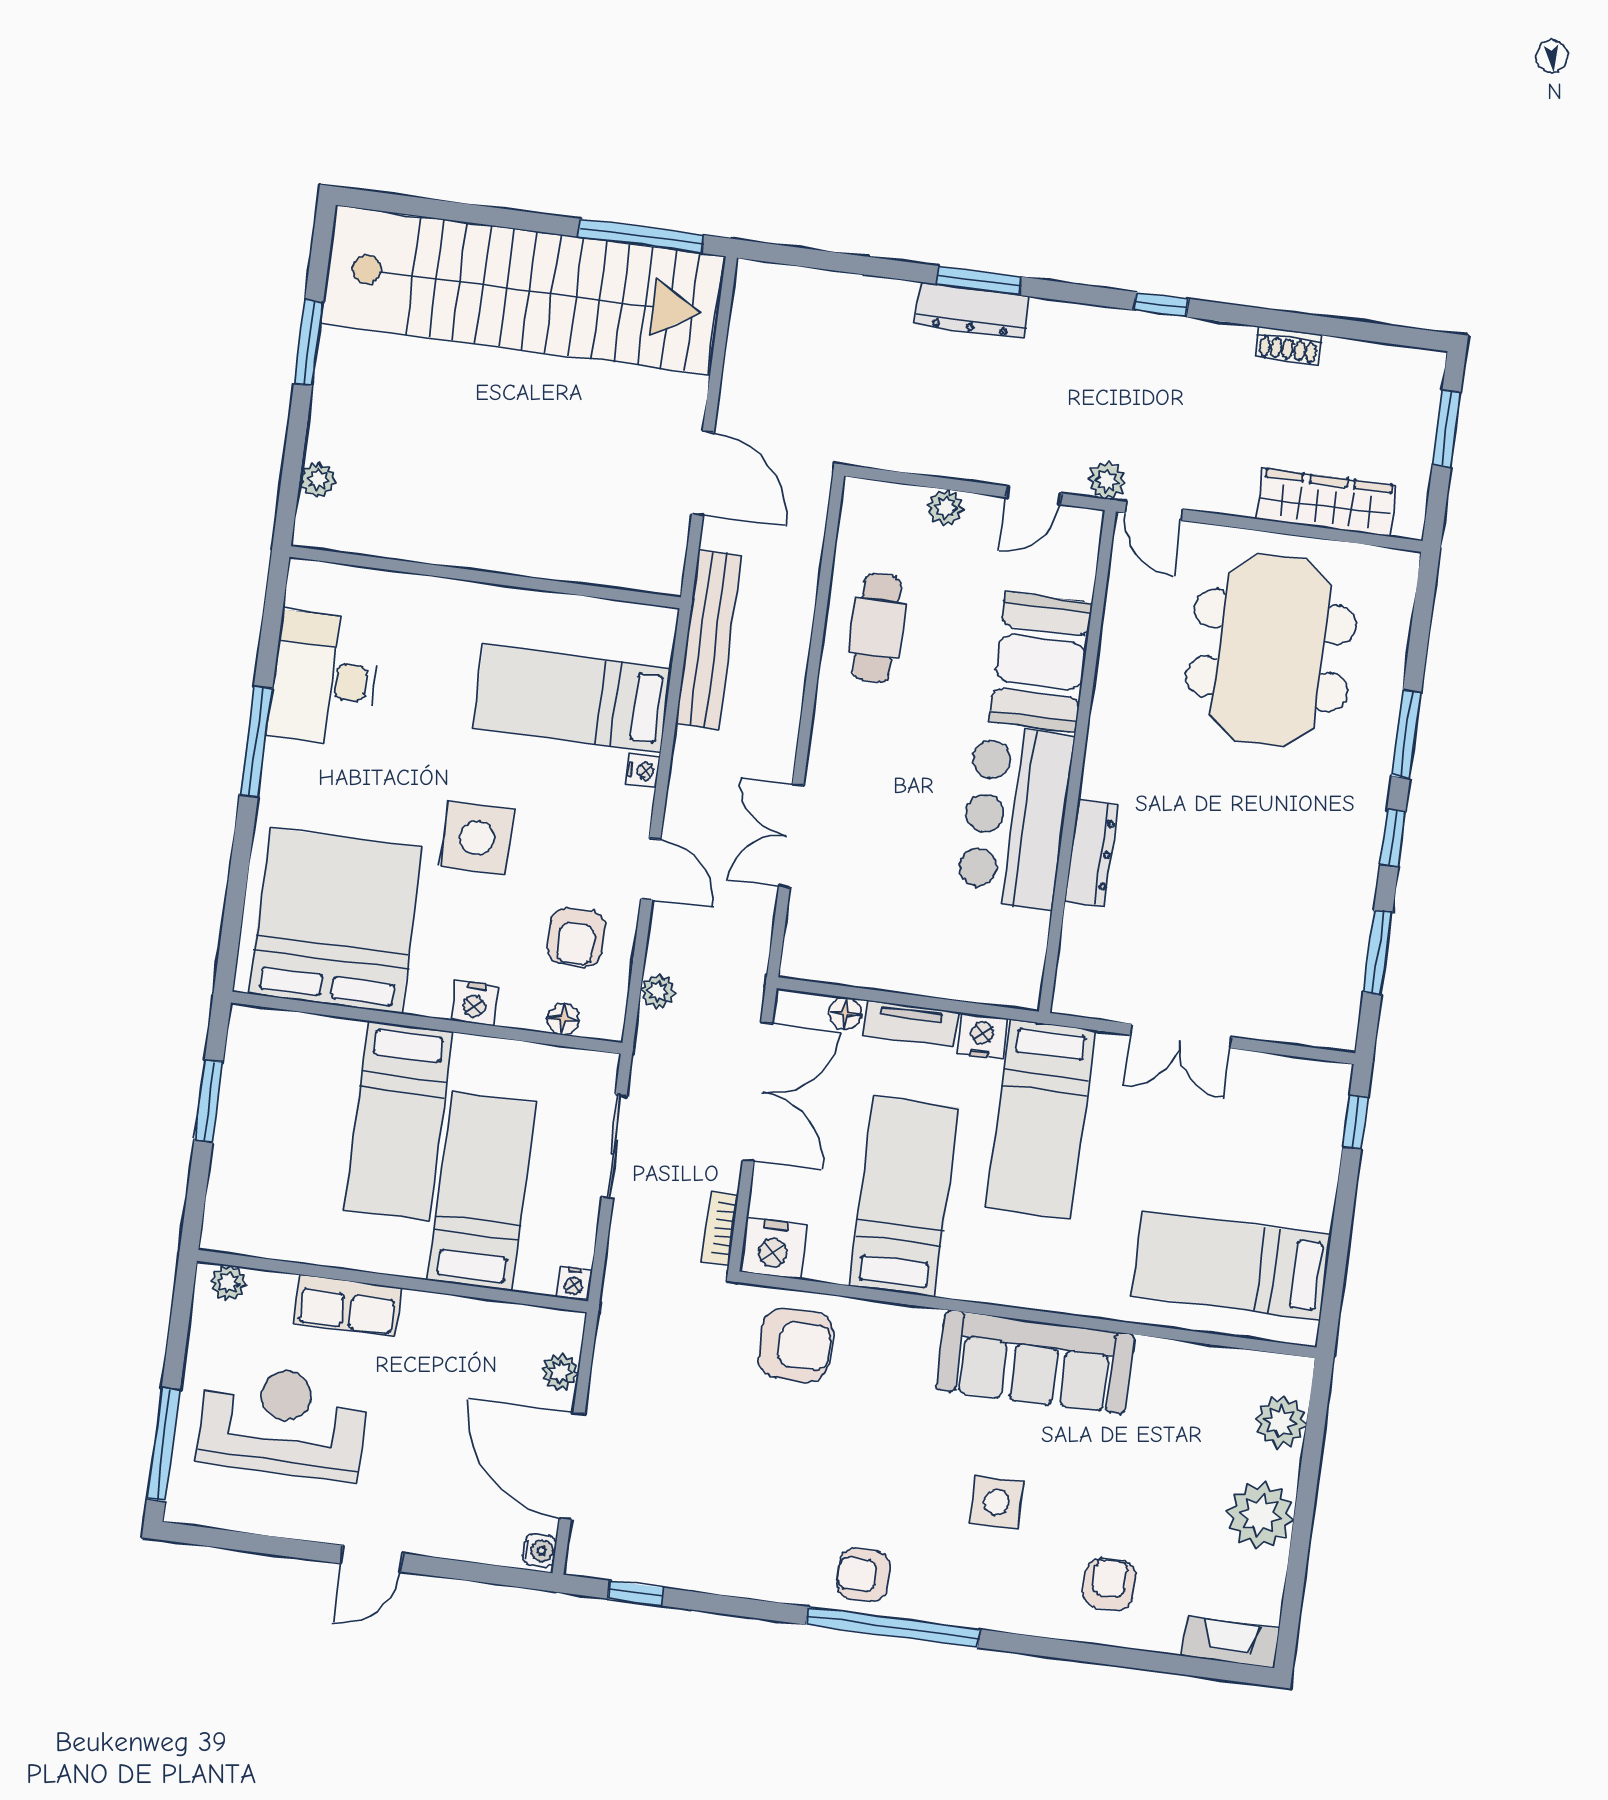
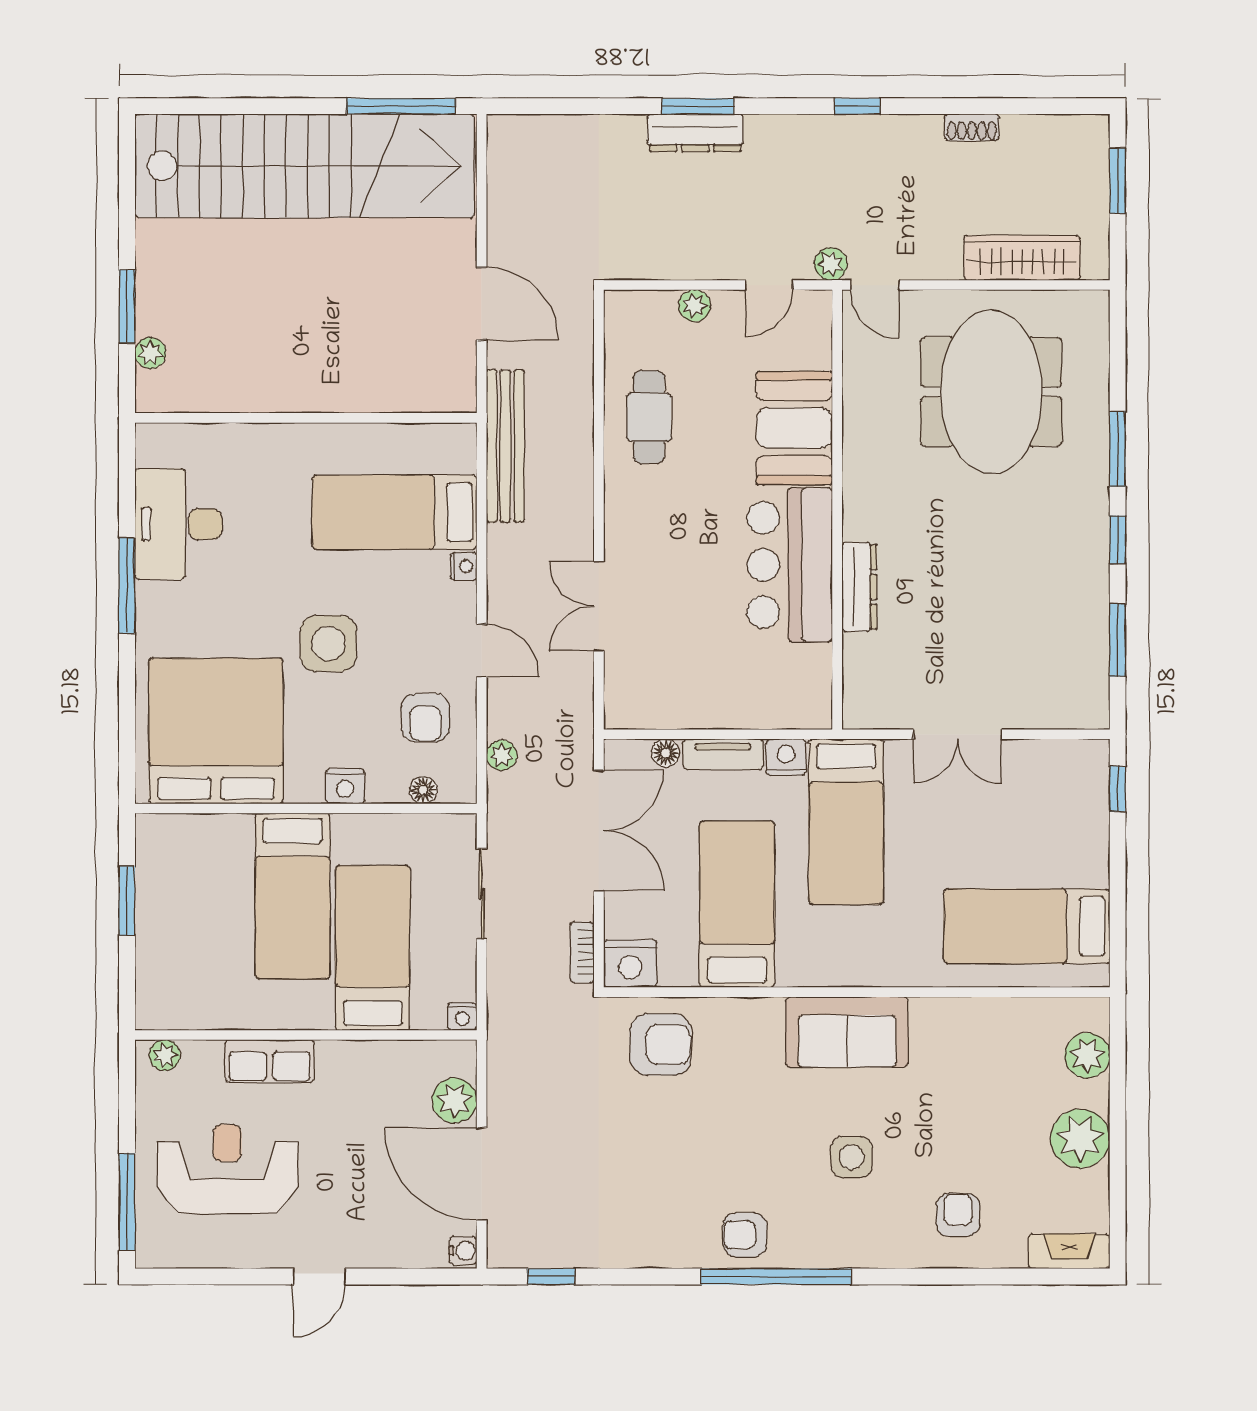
window: (308, 343) -> (127, 306), moved
sofa: (1035, 1362) -> (847, 1032), width x0.73
plant: (560, 1372) -> (454, 1100), width x1.38, depth x1.38

